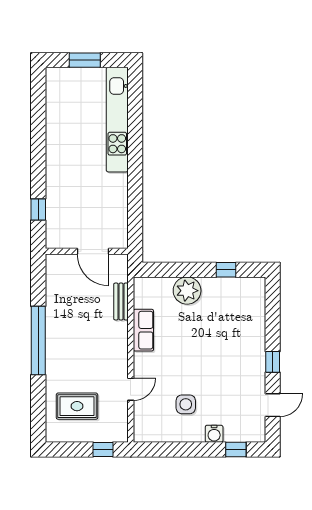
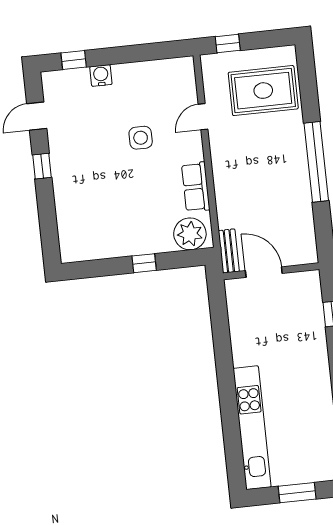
window: (226, 270) -> (144, 263), moved
plant: (187, 291) -> (190, 234), moved
bench: (121, 302) -> (229, 251), moved
side table: (186, 404) -> (141, 138), moved
rug: (77, 406) -> (263, 91), width x1.36, depth x1.43

